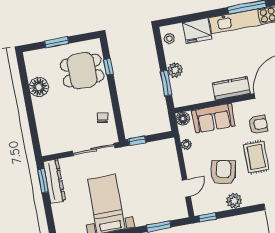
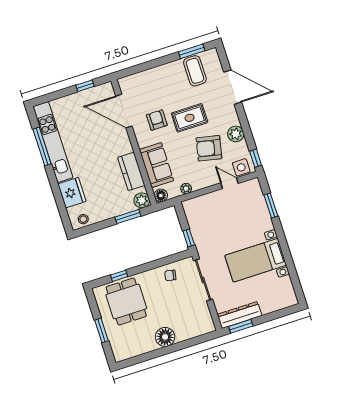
plant: (175, 70) -> (142, 200), moved
floor lamp: (39, 87) -> (165, 337), moved
kitchen counter: (231, 88) -> (131, 171), moved
side table: (200, 202) -> (241, 167), added

